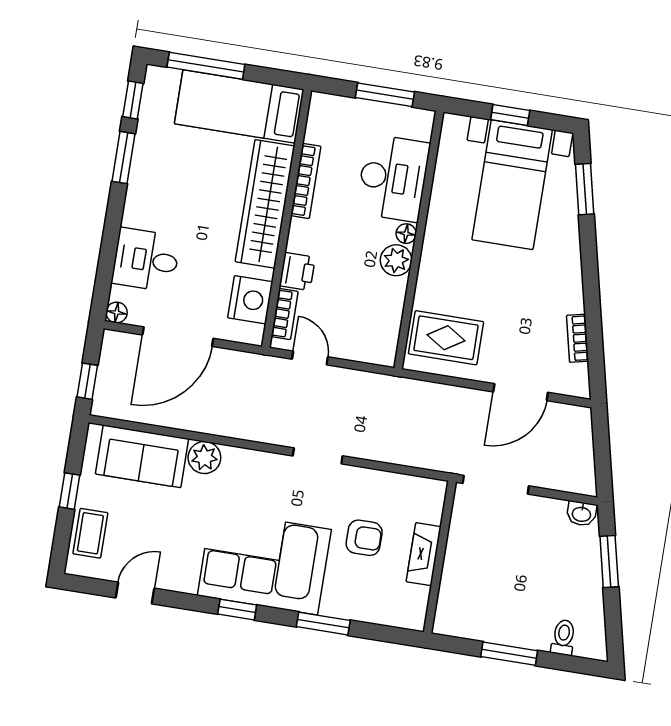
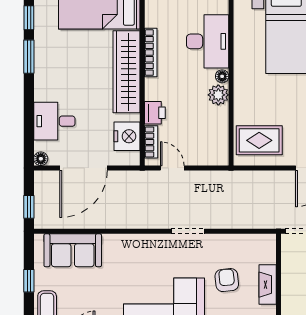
plant: (204, 458) -> (114, 244), removed
armchair: (364, 538) -> (227, 280), turned -96

